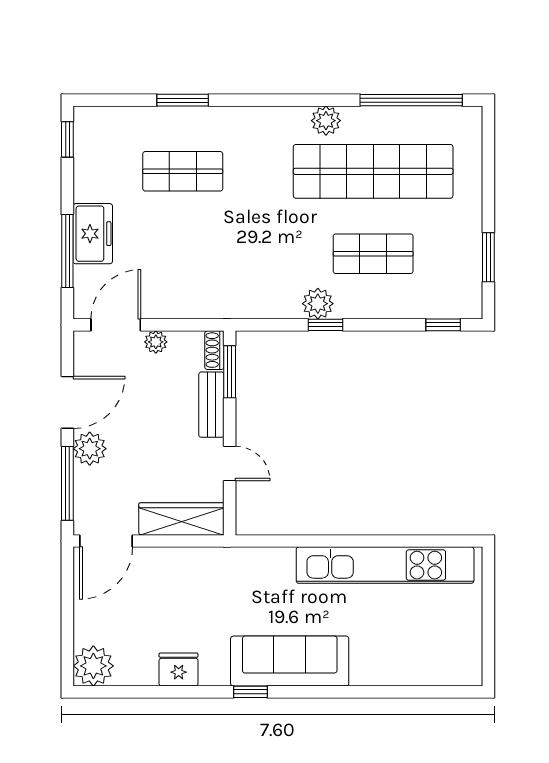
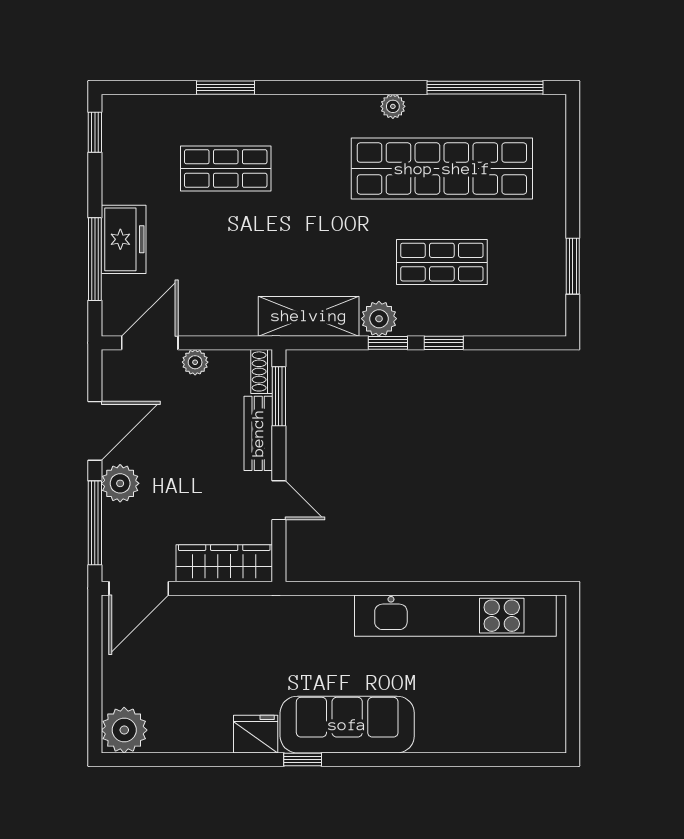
plant: (326, 121) -> (393, 106), width x0.73, depth x0.73
shelving: (256, 302) -> (309, 316), added
window: (443, 325) -> (444, 343), moved
fridge: (179, 669) -> (256, 734), moved

